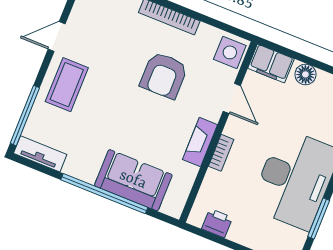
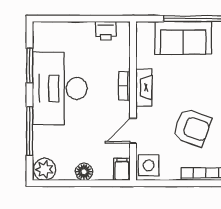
filing cabinet: (271, 64) -> (122, 169), width x0.50
armchair: (164, 75) -> (192, 128), turned 109
door: (232, 98) -> (133, 131), hinge flipped

